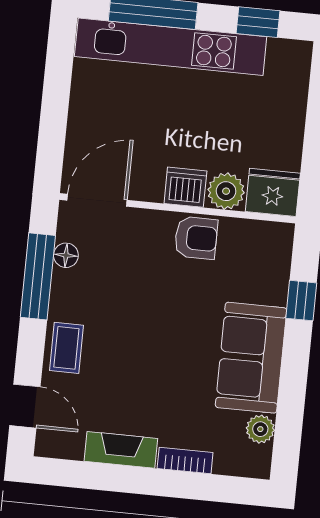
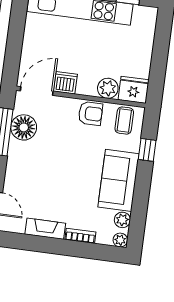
dishwasher: (185, 187) -> (65, 83), moved
floor lamp: (66, 255) -> (24, 127), width x1.89, depth x1.89
coffee table: (66, 348) -> (124, 121), moved
plant: (258, 466) -> (120, 240), added

